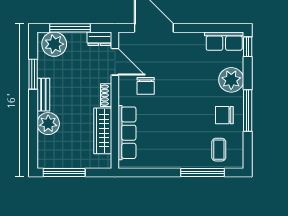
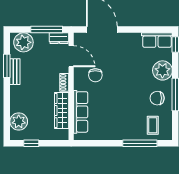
window: (70, 28) -> (47, 30), moved
bench: (43, 95) -> (15, 72), moved
plant: (48, 124) -> (19, 121), moved
window: (64, 172) -> (31, 143), width x0.46

